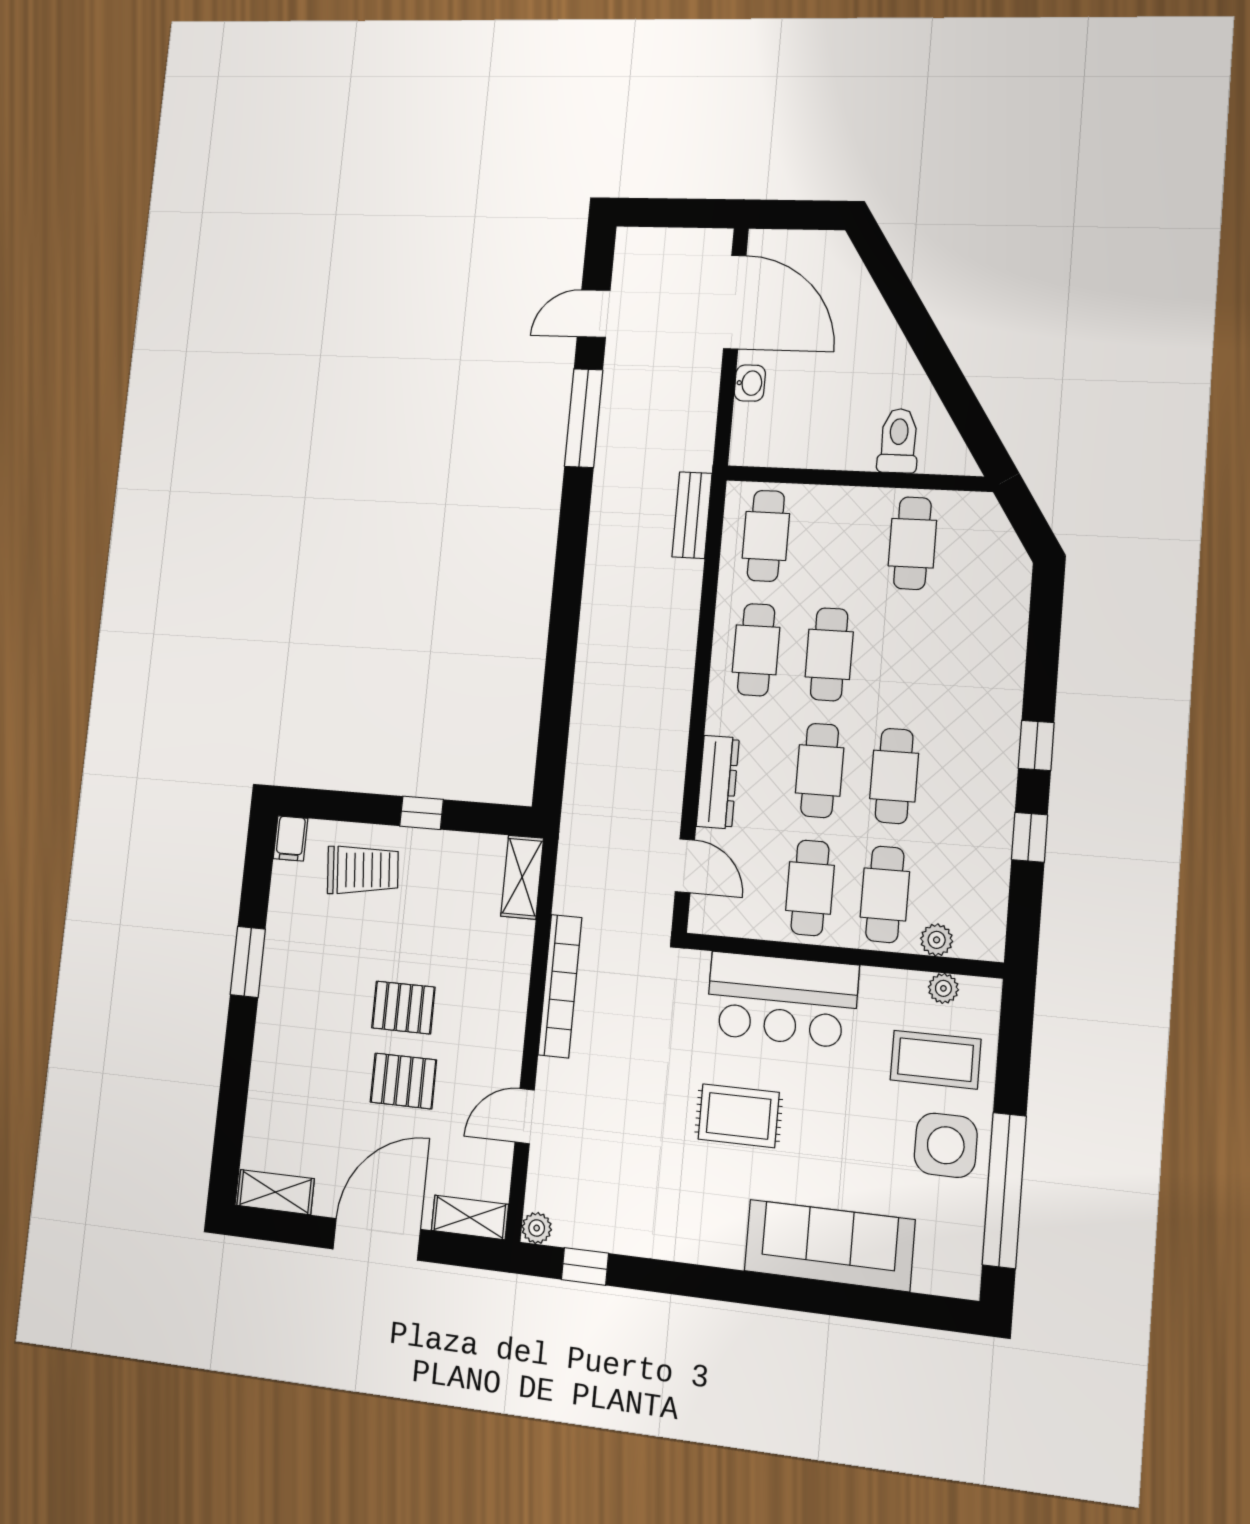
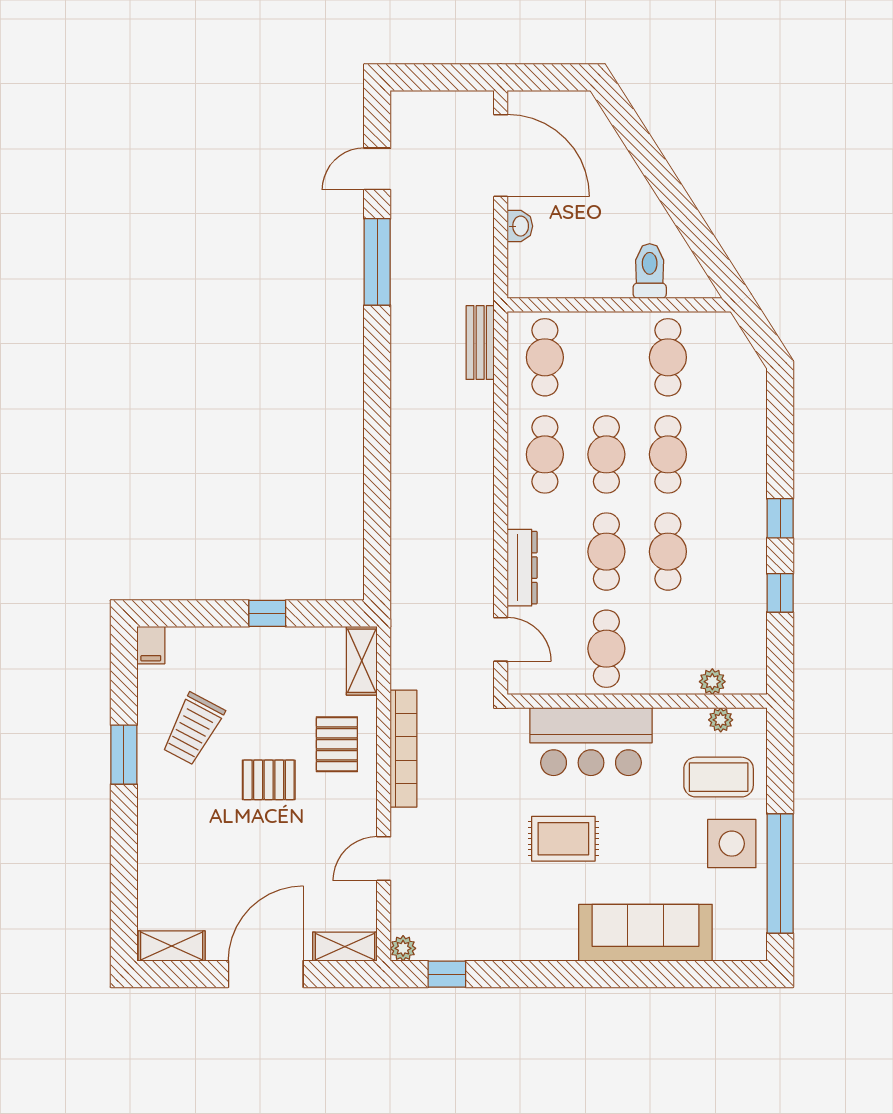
trolley: (363, 870) -> (193, 729), moved, turned 123
cafe table: (885, 894) -> (668, 454), moved
pallet: (403, 1081) -> (337, 744), moved, turned 90

